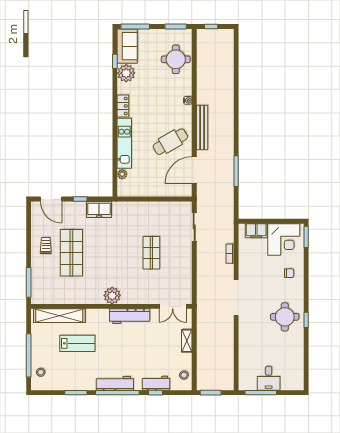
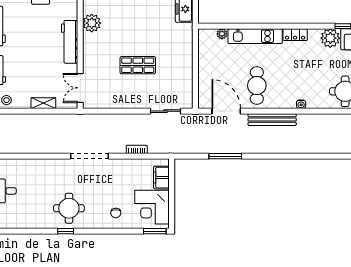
cafe table: (170, 142) -> (257, 86), turned 30

